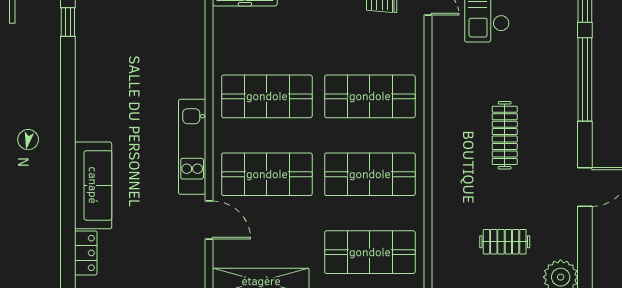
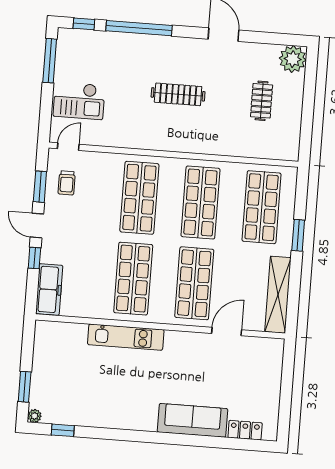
kitchen unit: (192, 147) -> (126, 337), moved

